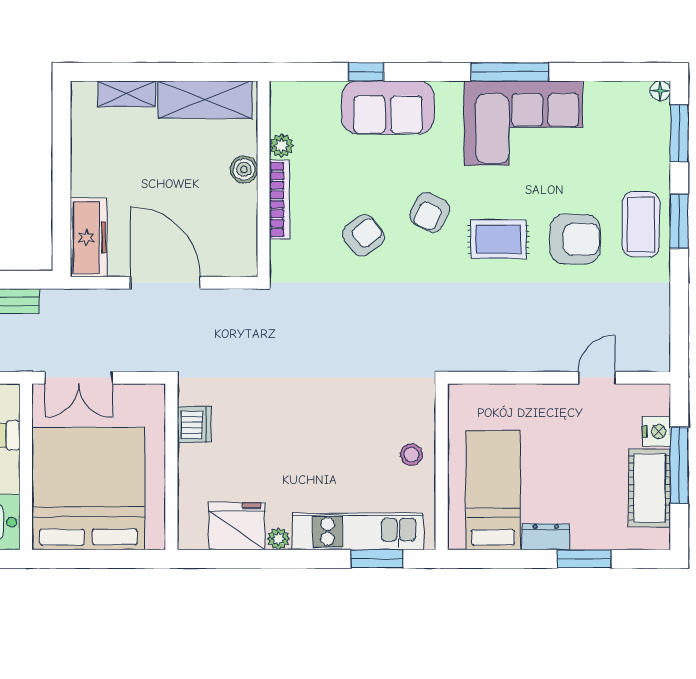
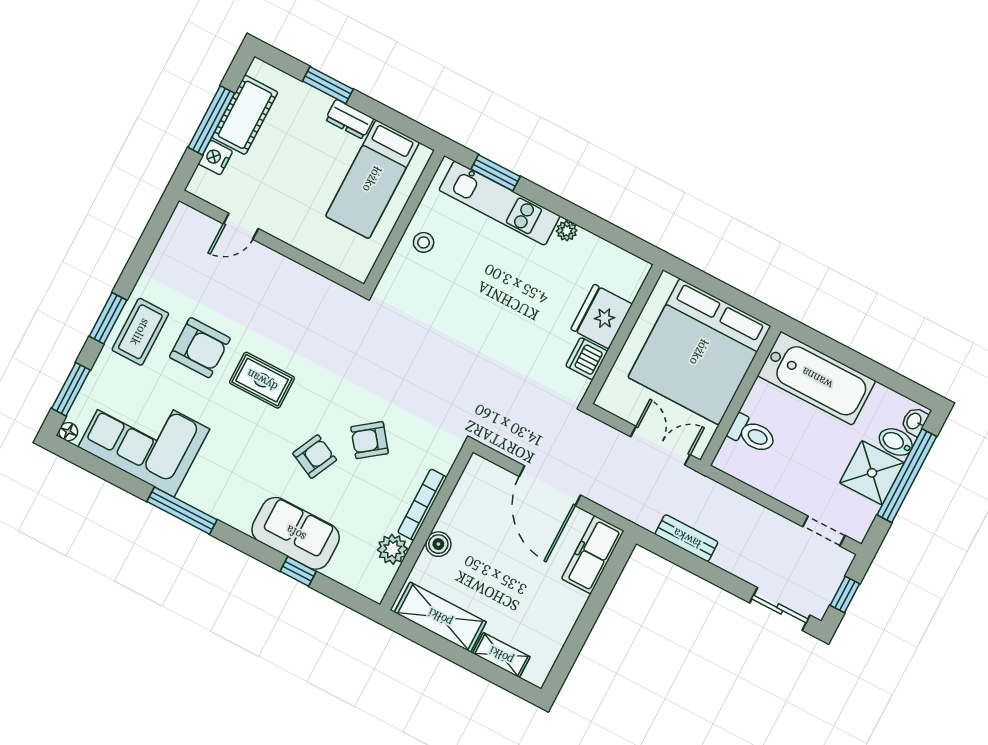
corner sofa: (523, 123) -> (144, 438), moved
plant: (281, 146) -> (392, 549), width x1.38, depth x1.38
armchair: (430, 212) -> (315, 457), moved
armchair: (575, 239) -> (200, 348), turned 180
fridge: (237, 526) -> (602, 317), moved, turned 90

